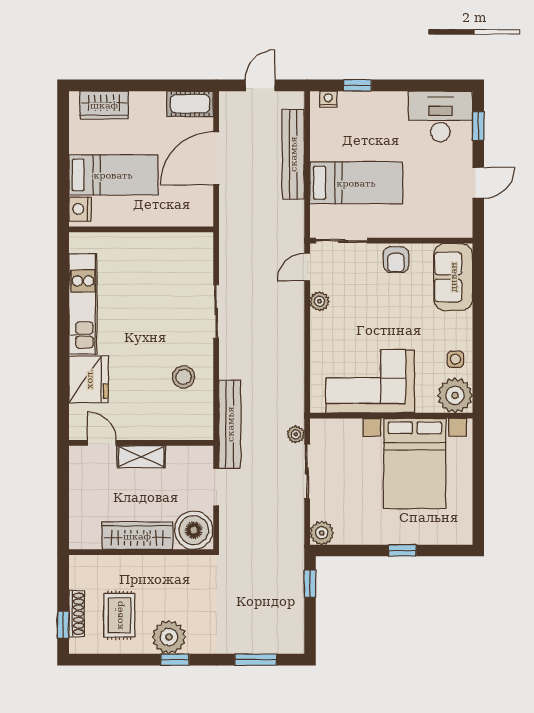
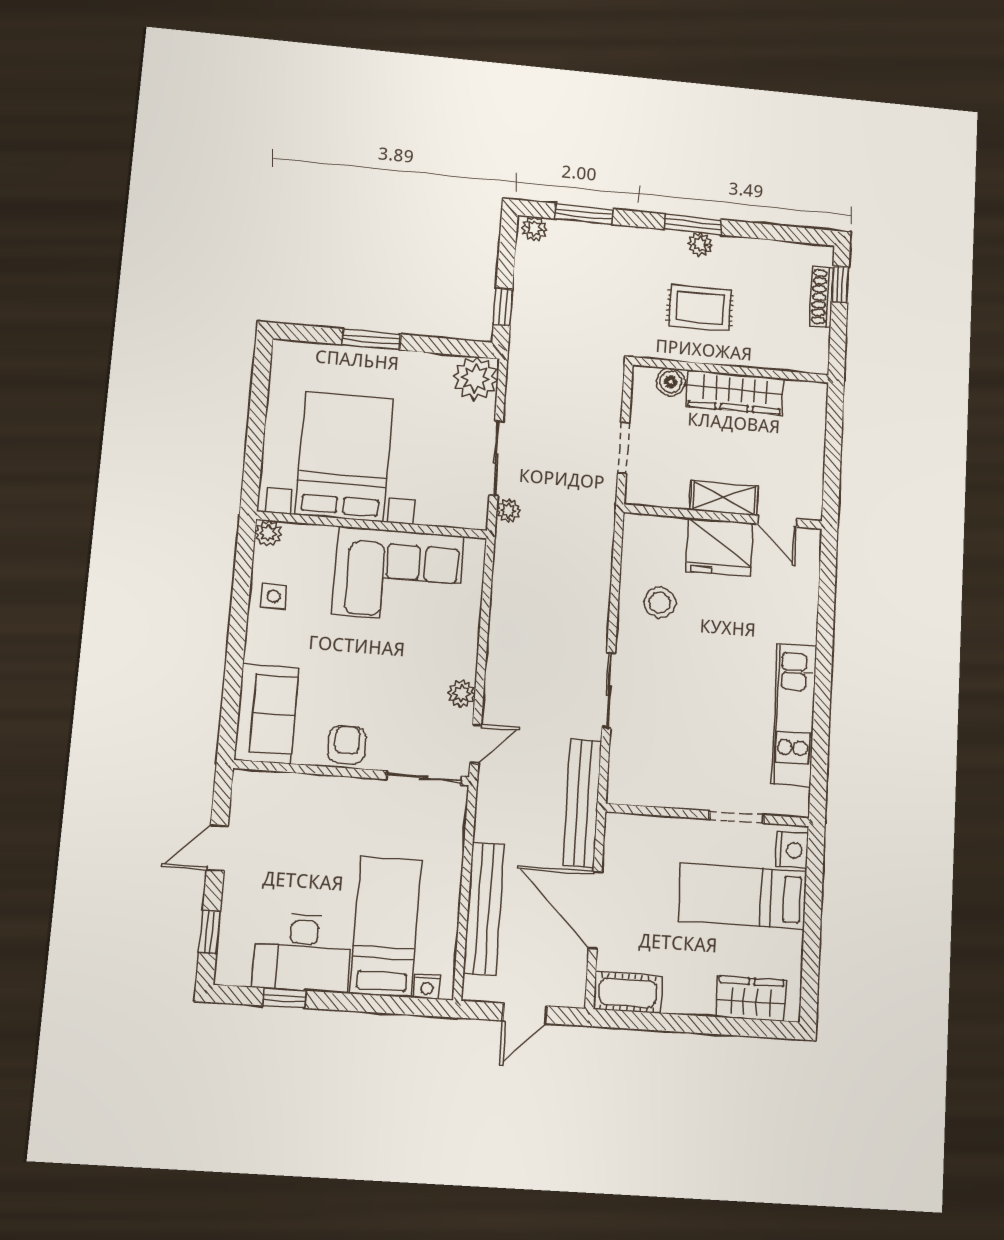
window: (357, 85) -> (284, 998), moved
desk: (440, 116) -> (303, 953), moved
door: (216, 158) -> (595, 910), swing flipped
bed: (356, 183) -> (386, 927), moved, turned 90
doorway: (121, 229) -> (736, 817), added
fridge: (89, 379) -> (719, 547), moved, turned -90
plant: (455, 395) -> (268, 533), width x0.53, depth x0.53
bench: (230, 424) -> (582, 803), moved
boiler: (194, 530) -> (671, 382), width x0.54, depth x0.54
plant: (322, 533) -> (476, 378), width x1.36, depth x1.36
window: (402, 551) -> (371, 339), width x1.50
rug: (119, 615) -> (700, 308), moved, turned 90
plant: (169, 637) -> (700, 244), width x0.53, depth x0.53
plant: (291, 645) -> (534, 229), added
window: (175, 660) -> (693, 224), width x1.50

